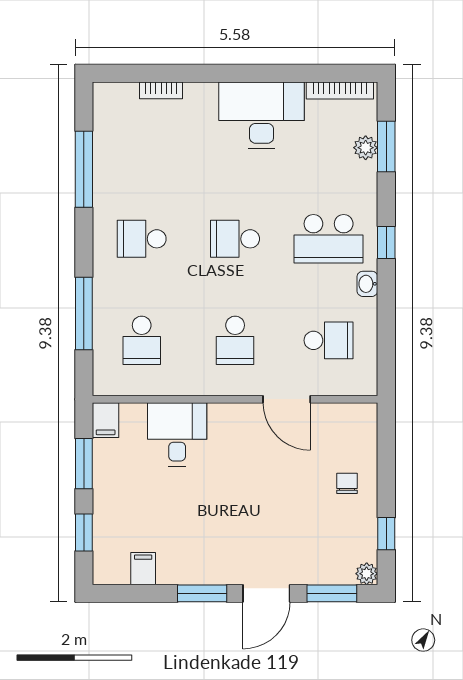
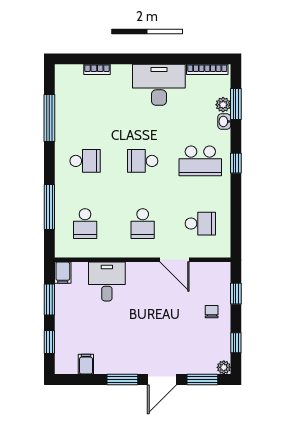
school desk: (142, 239) -> (85, 161), turned 180
washbasin: (367, 284) -> (224, 121), moved
window: (386, 454) -> (236, 294), added

